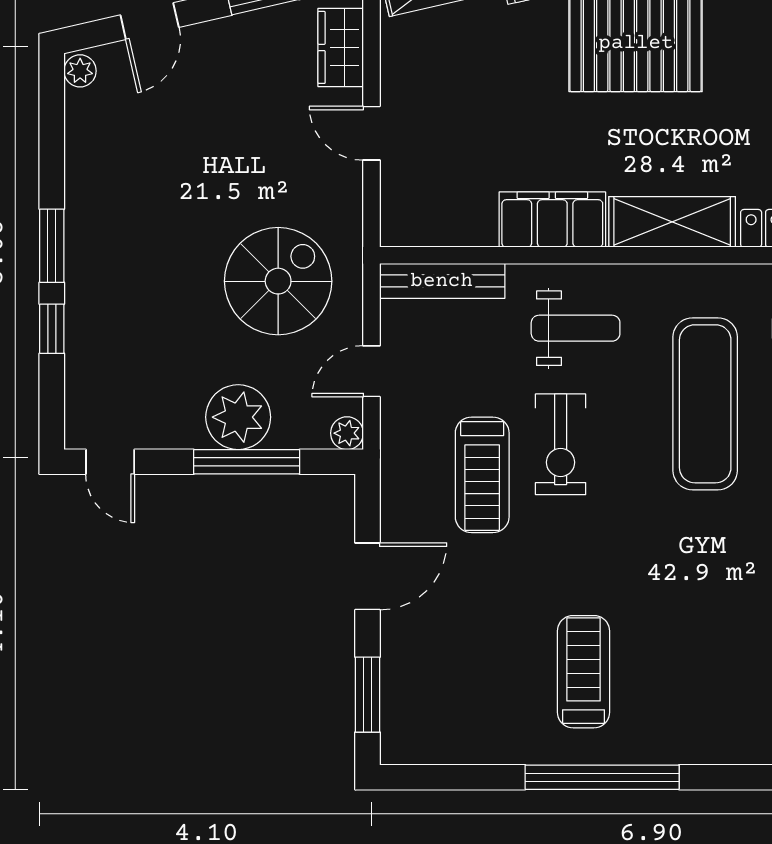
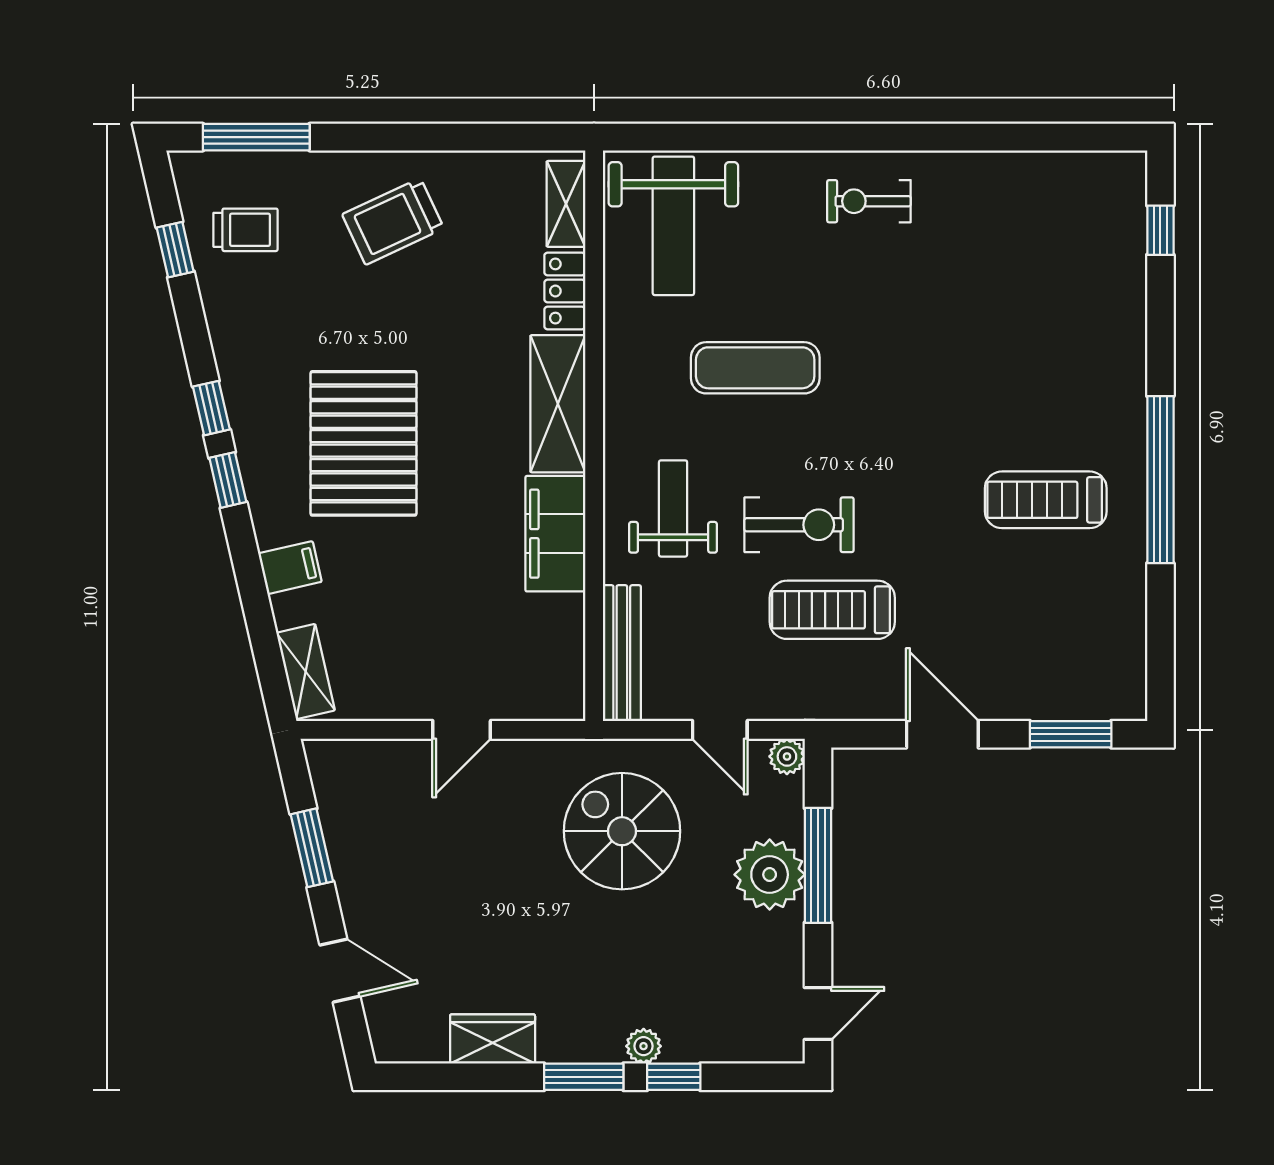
wardrobe: (341, 47) -> (493, 1039), moved, turned 180
plant: (80, 71) -> (644, 1046), moved
exercise mat: (705, 404) -> (755, 368), width x0.73, depth x0.69
treadmill: (482, 475) -> (832, 610), turned 180

